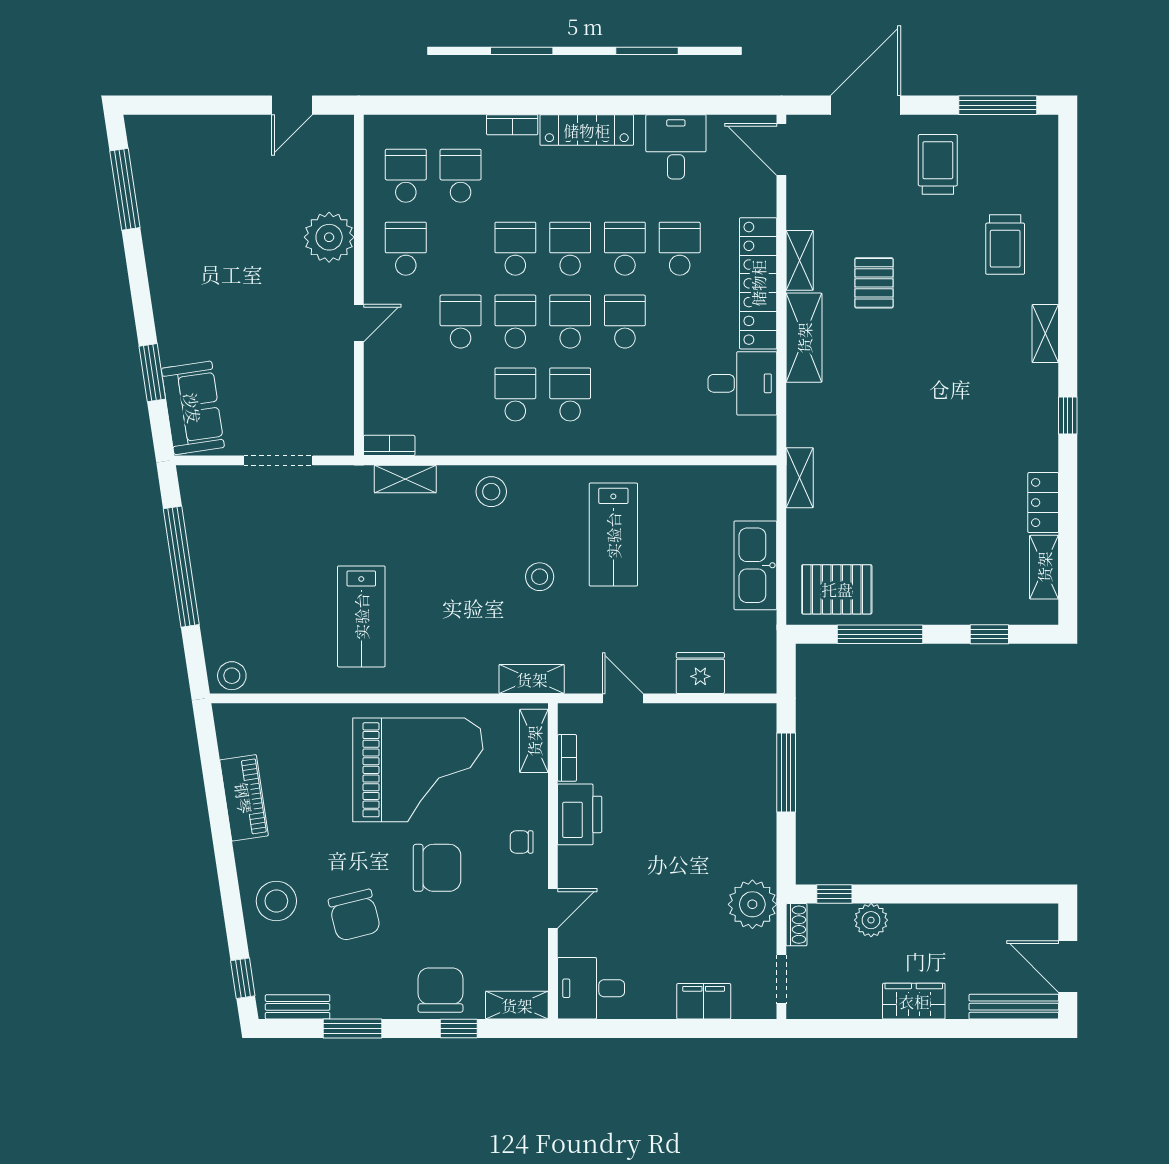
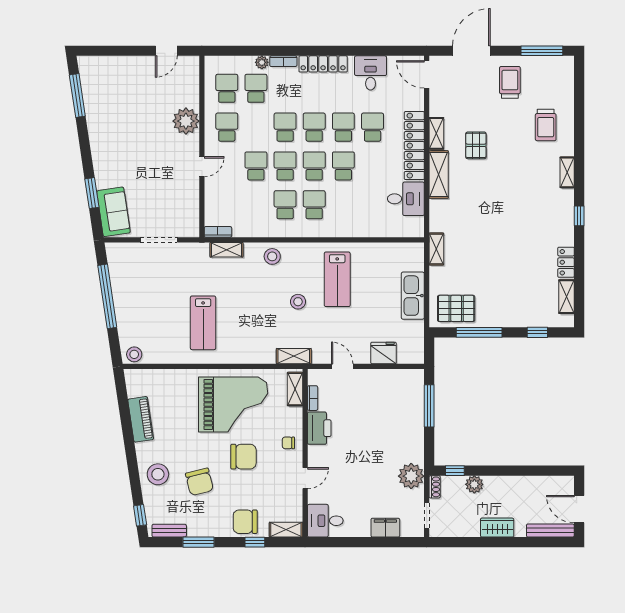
plant: (472, 127) -> (262, 62), added
chair: (440, 990) -> (245, 522), turned -90

